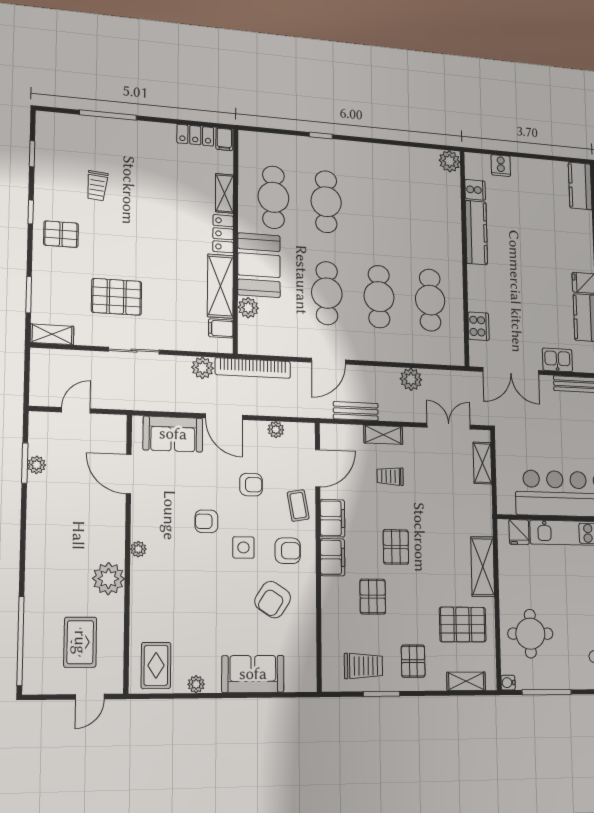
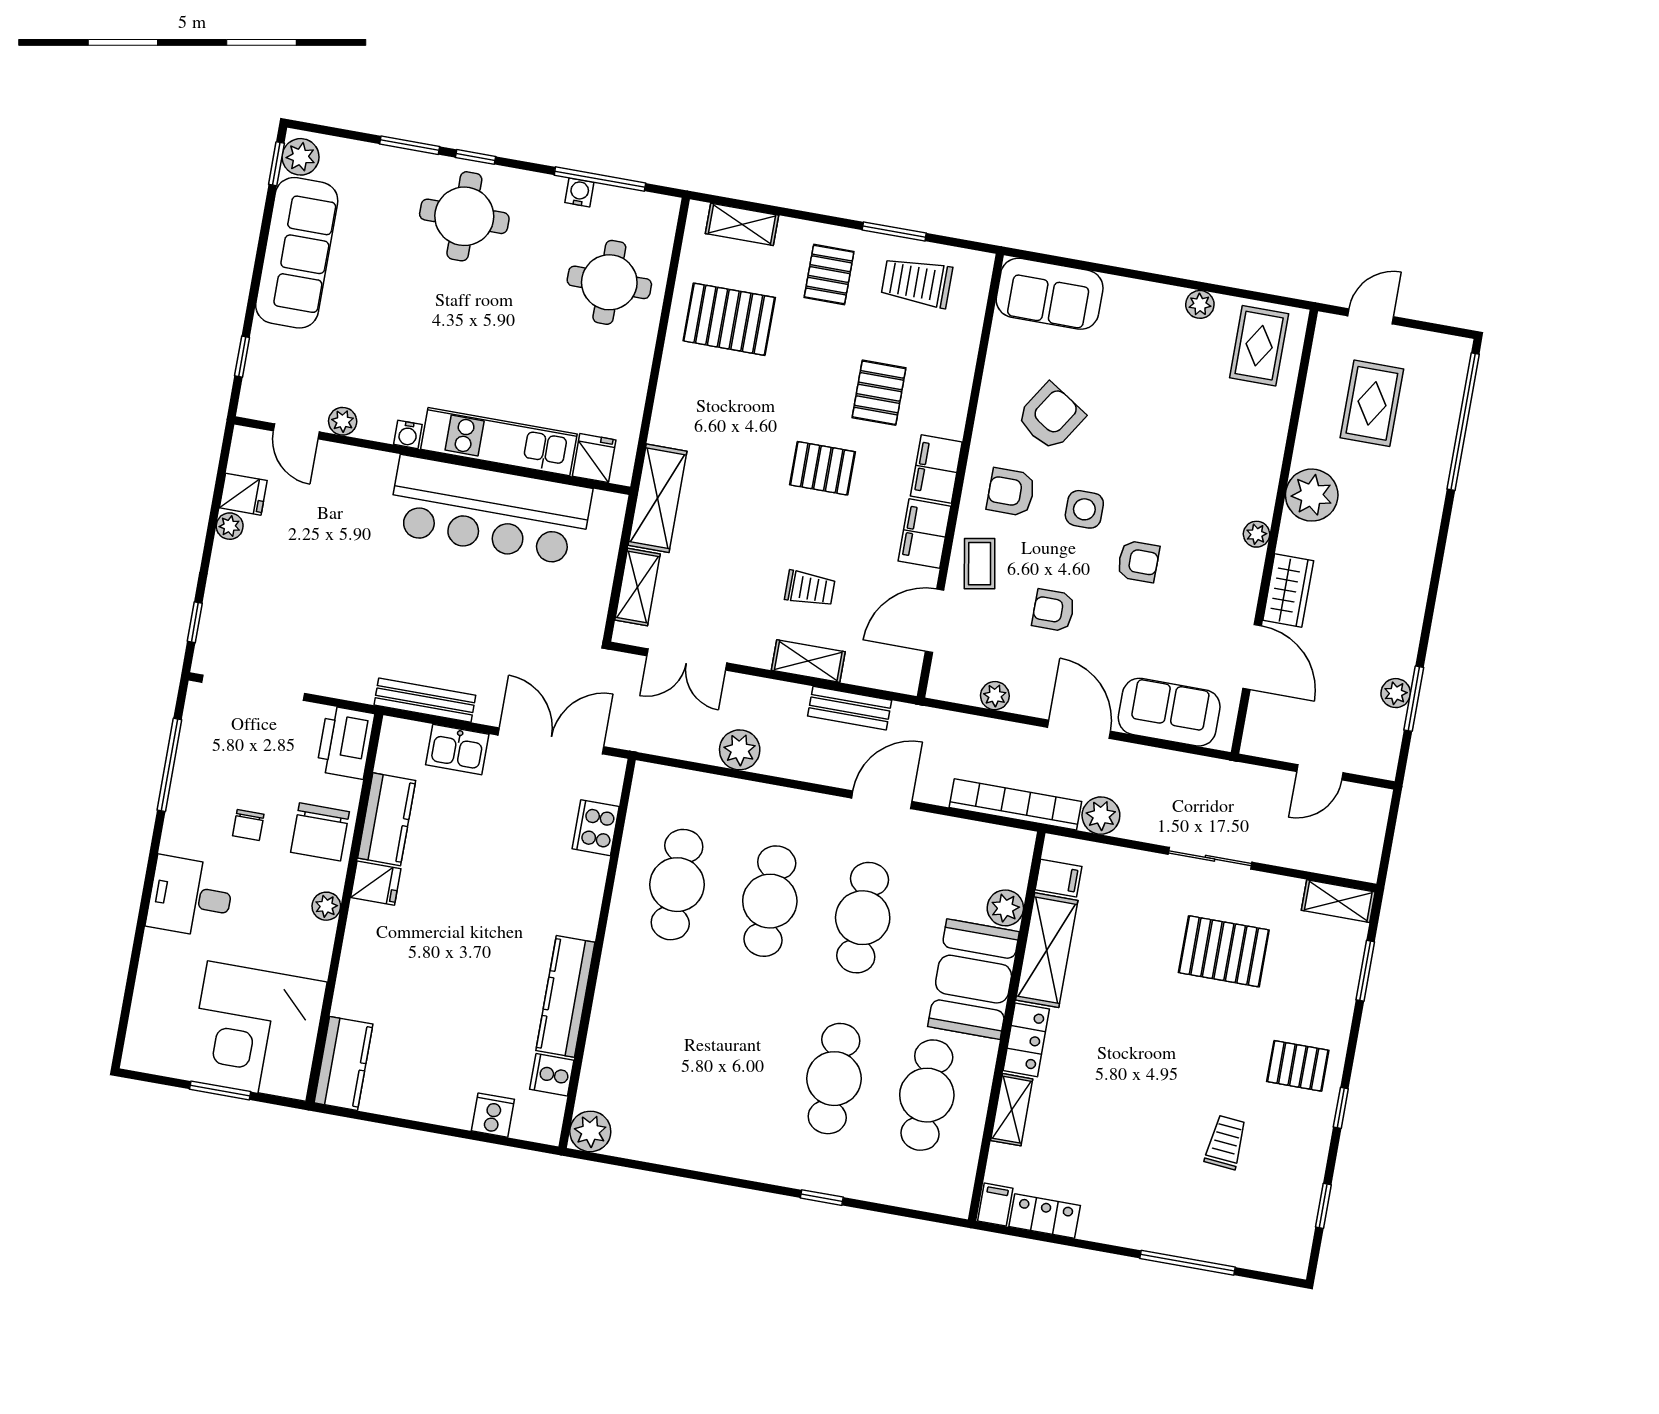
wardrobe: (113, 518) -> (1288, 591), added
pallet: (396, 547) -> (822, 468), turned 90
shelving: (483, 567) -> (658, 498), moved
sofa: (253, 674) -> (1050, 294), moved
water cooler: (508, 683) -> (579, 192), moved, turned -90

